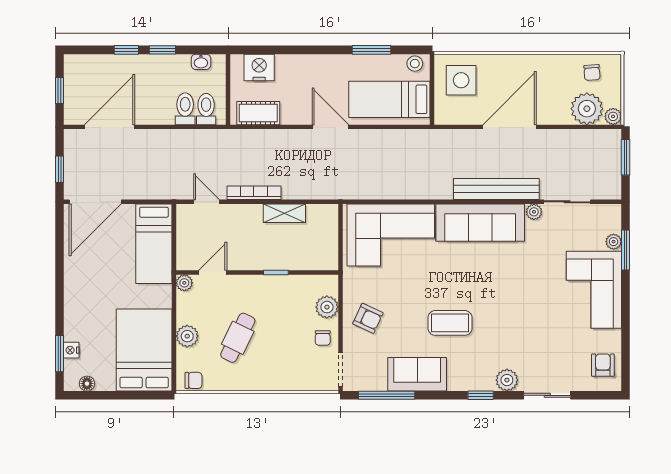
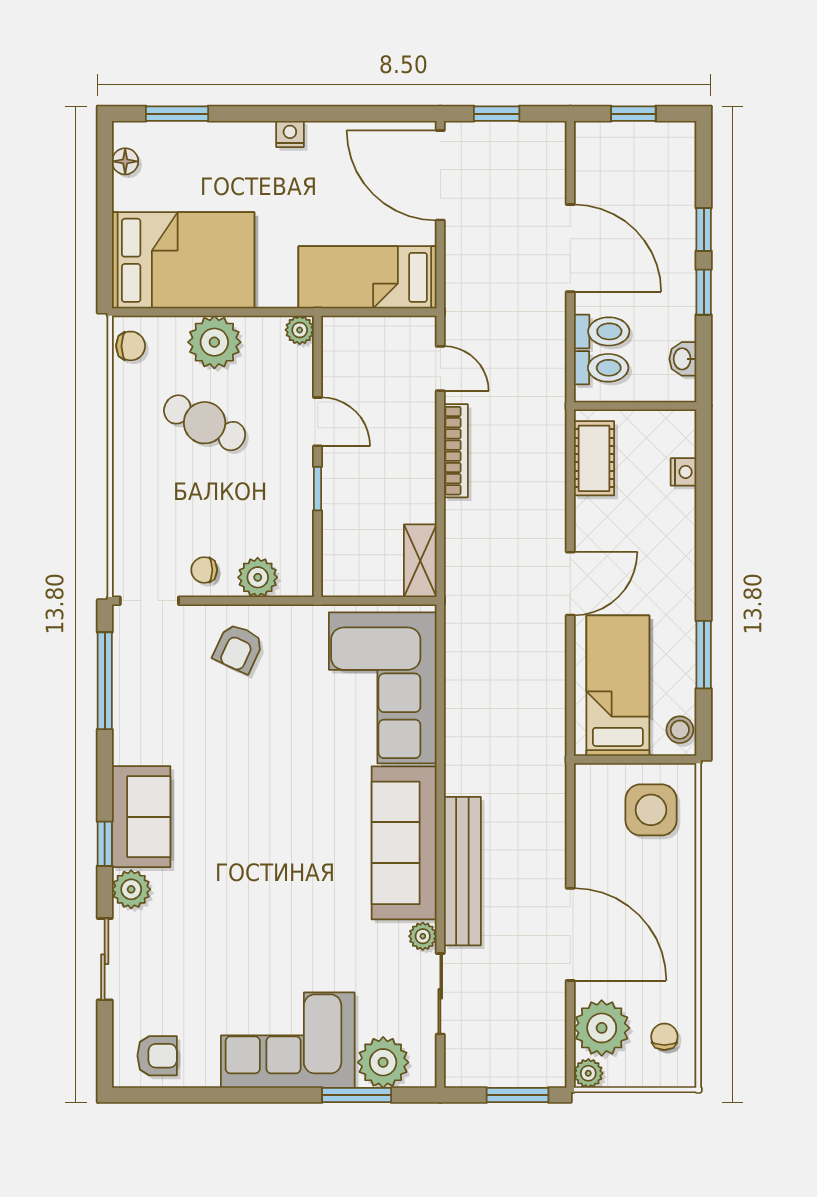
nightstand: (259, 67) -> (684, 472), width x0.53, depth x0.56
chair: (592, 73) -> (664, 1037), turned 94
door: (109, 127) -> (570, 248), moved
door: (510, 127) -> (570, 934), moved
door: (207, 202) -> (440, 369), hinge flipped
shelving: (284, 213) -> (420, 561), moved
plant: (614, 242) -> (383, 1062), width x1.88, depth x1.88
door: (213, 273) -> (318, 422), moved
coffee table: (450, 323) -> (230, 791), removed
plant: (187, 336) -> (214, 342), width x1.36, depth x1.36
nightstand: (71, 350) -> (290, 134), moved
sofa: (417, 374) -> (141, 817), moved
chair: (194, 380) -> (131, 346), turned -90

